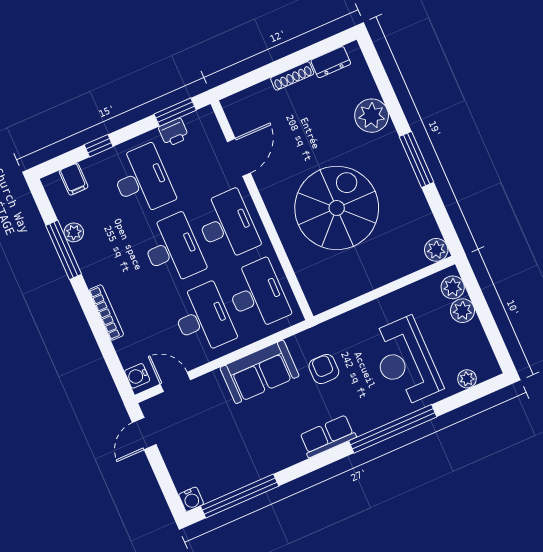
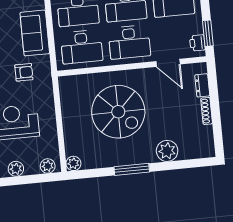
dresser: (331, 62) -> (202, 85), moved
printer: (174, 132) -> (197, 43), moved
plant: (462, 311) -> (16, 169), moved

